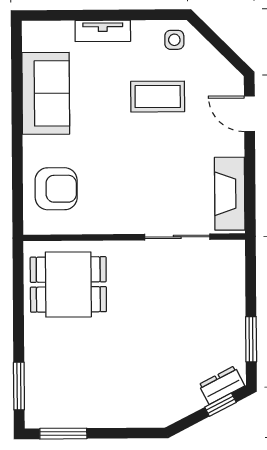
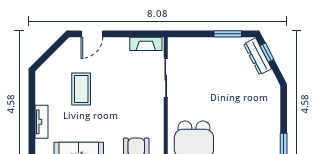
side table: (174, 40) -> (47, 79), removed
fireplace: (230, 194) -> (146, 44), width x0.73, depth x0.76
dresser: (222, 385) -> (258, 56), width x1.44

